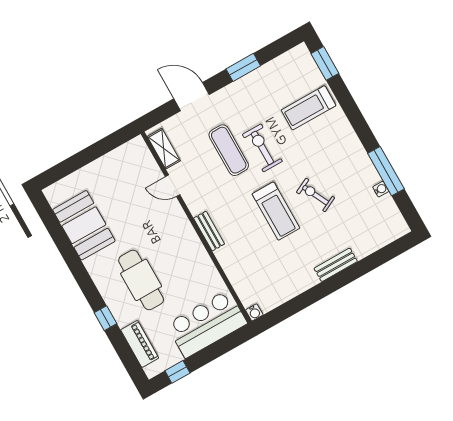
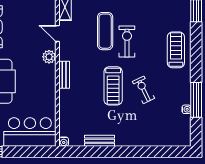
treadmill: (308, 108) -> (176, 50), moved, turned 90
plant: (178, 220) -> (49, 57), added
bench: (336, 265) -> (99, 141), moved

